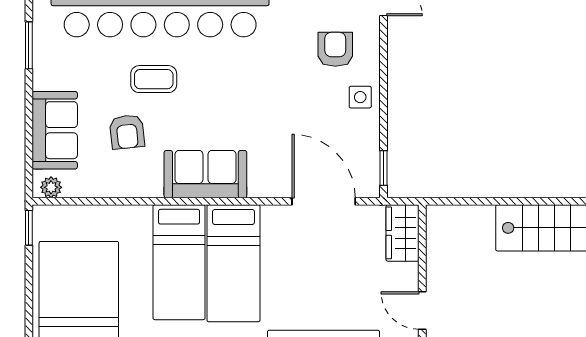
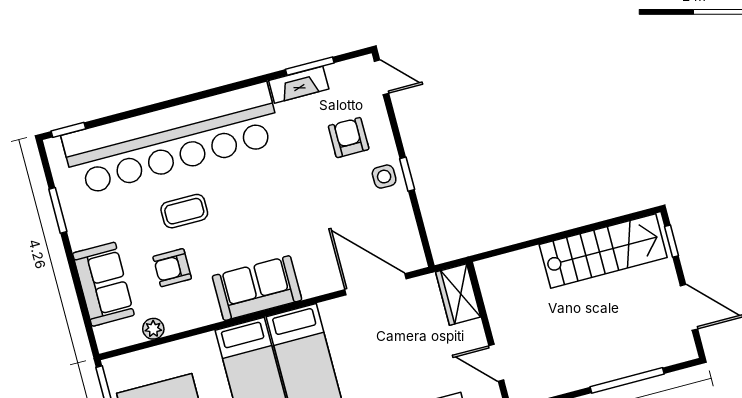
armchair: (127, 132) -> (172, 268), turned 96
window: (384, 168) -> (407, 174), moved
plant: (51, 187) -> (153, 329), moved

